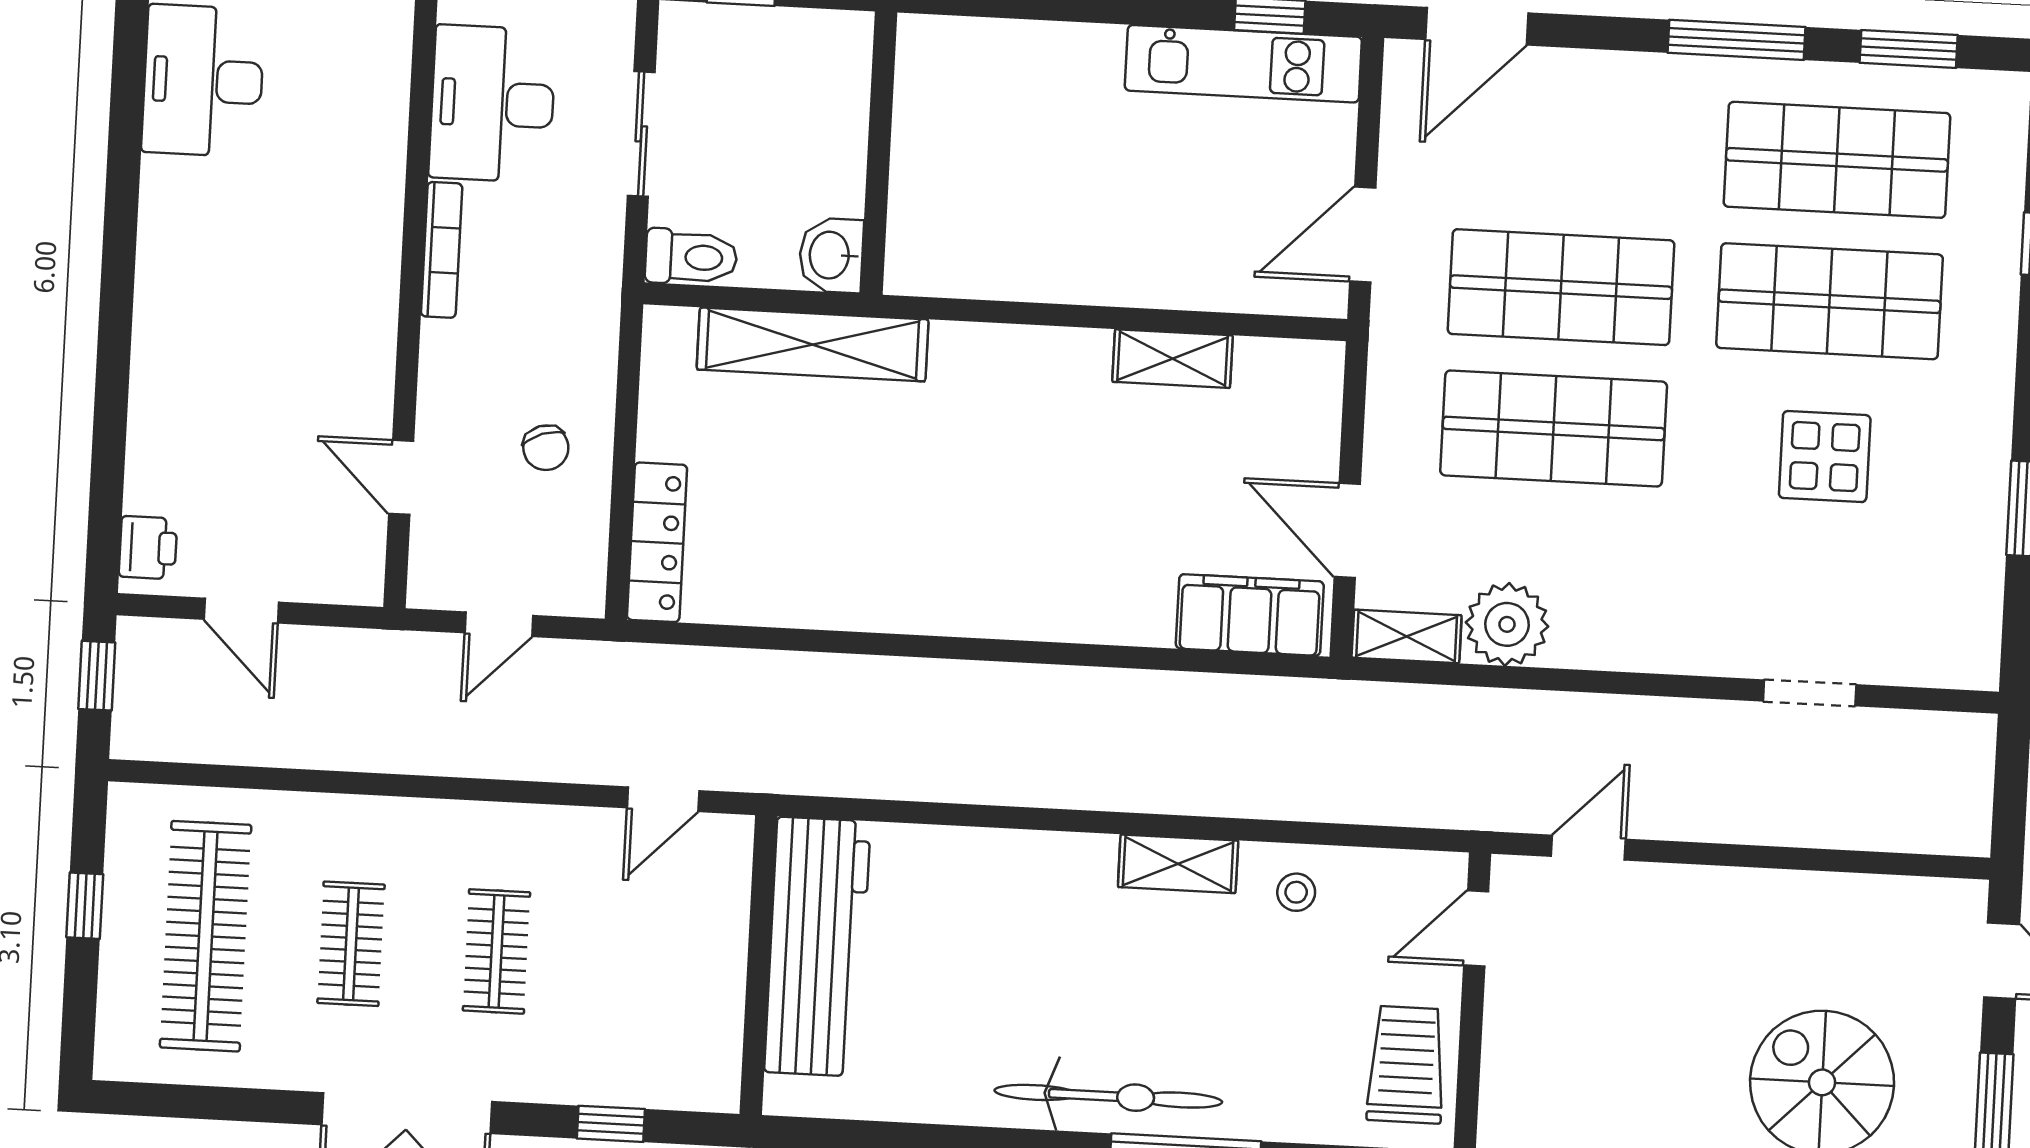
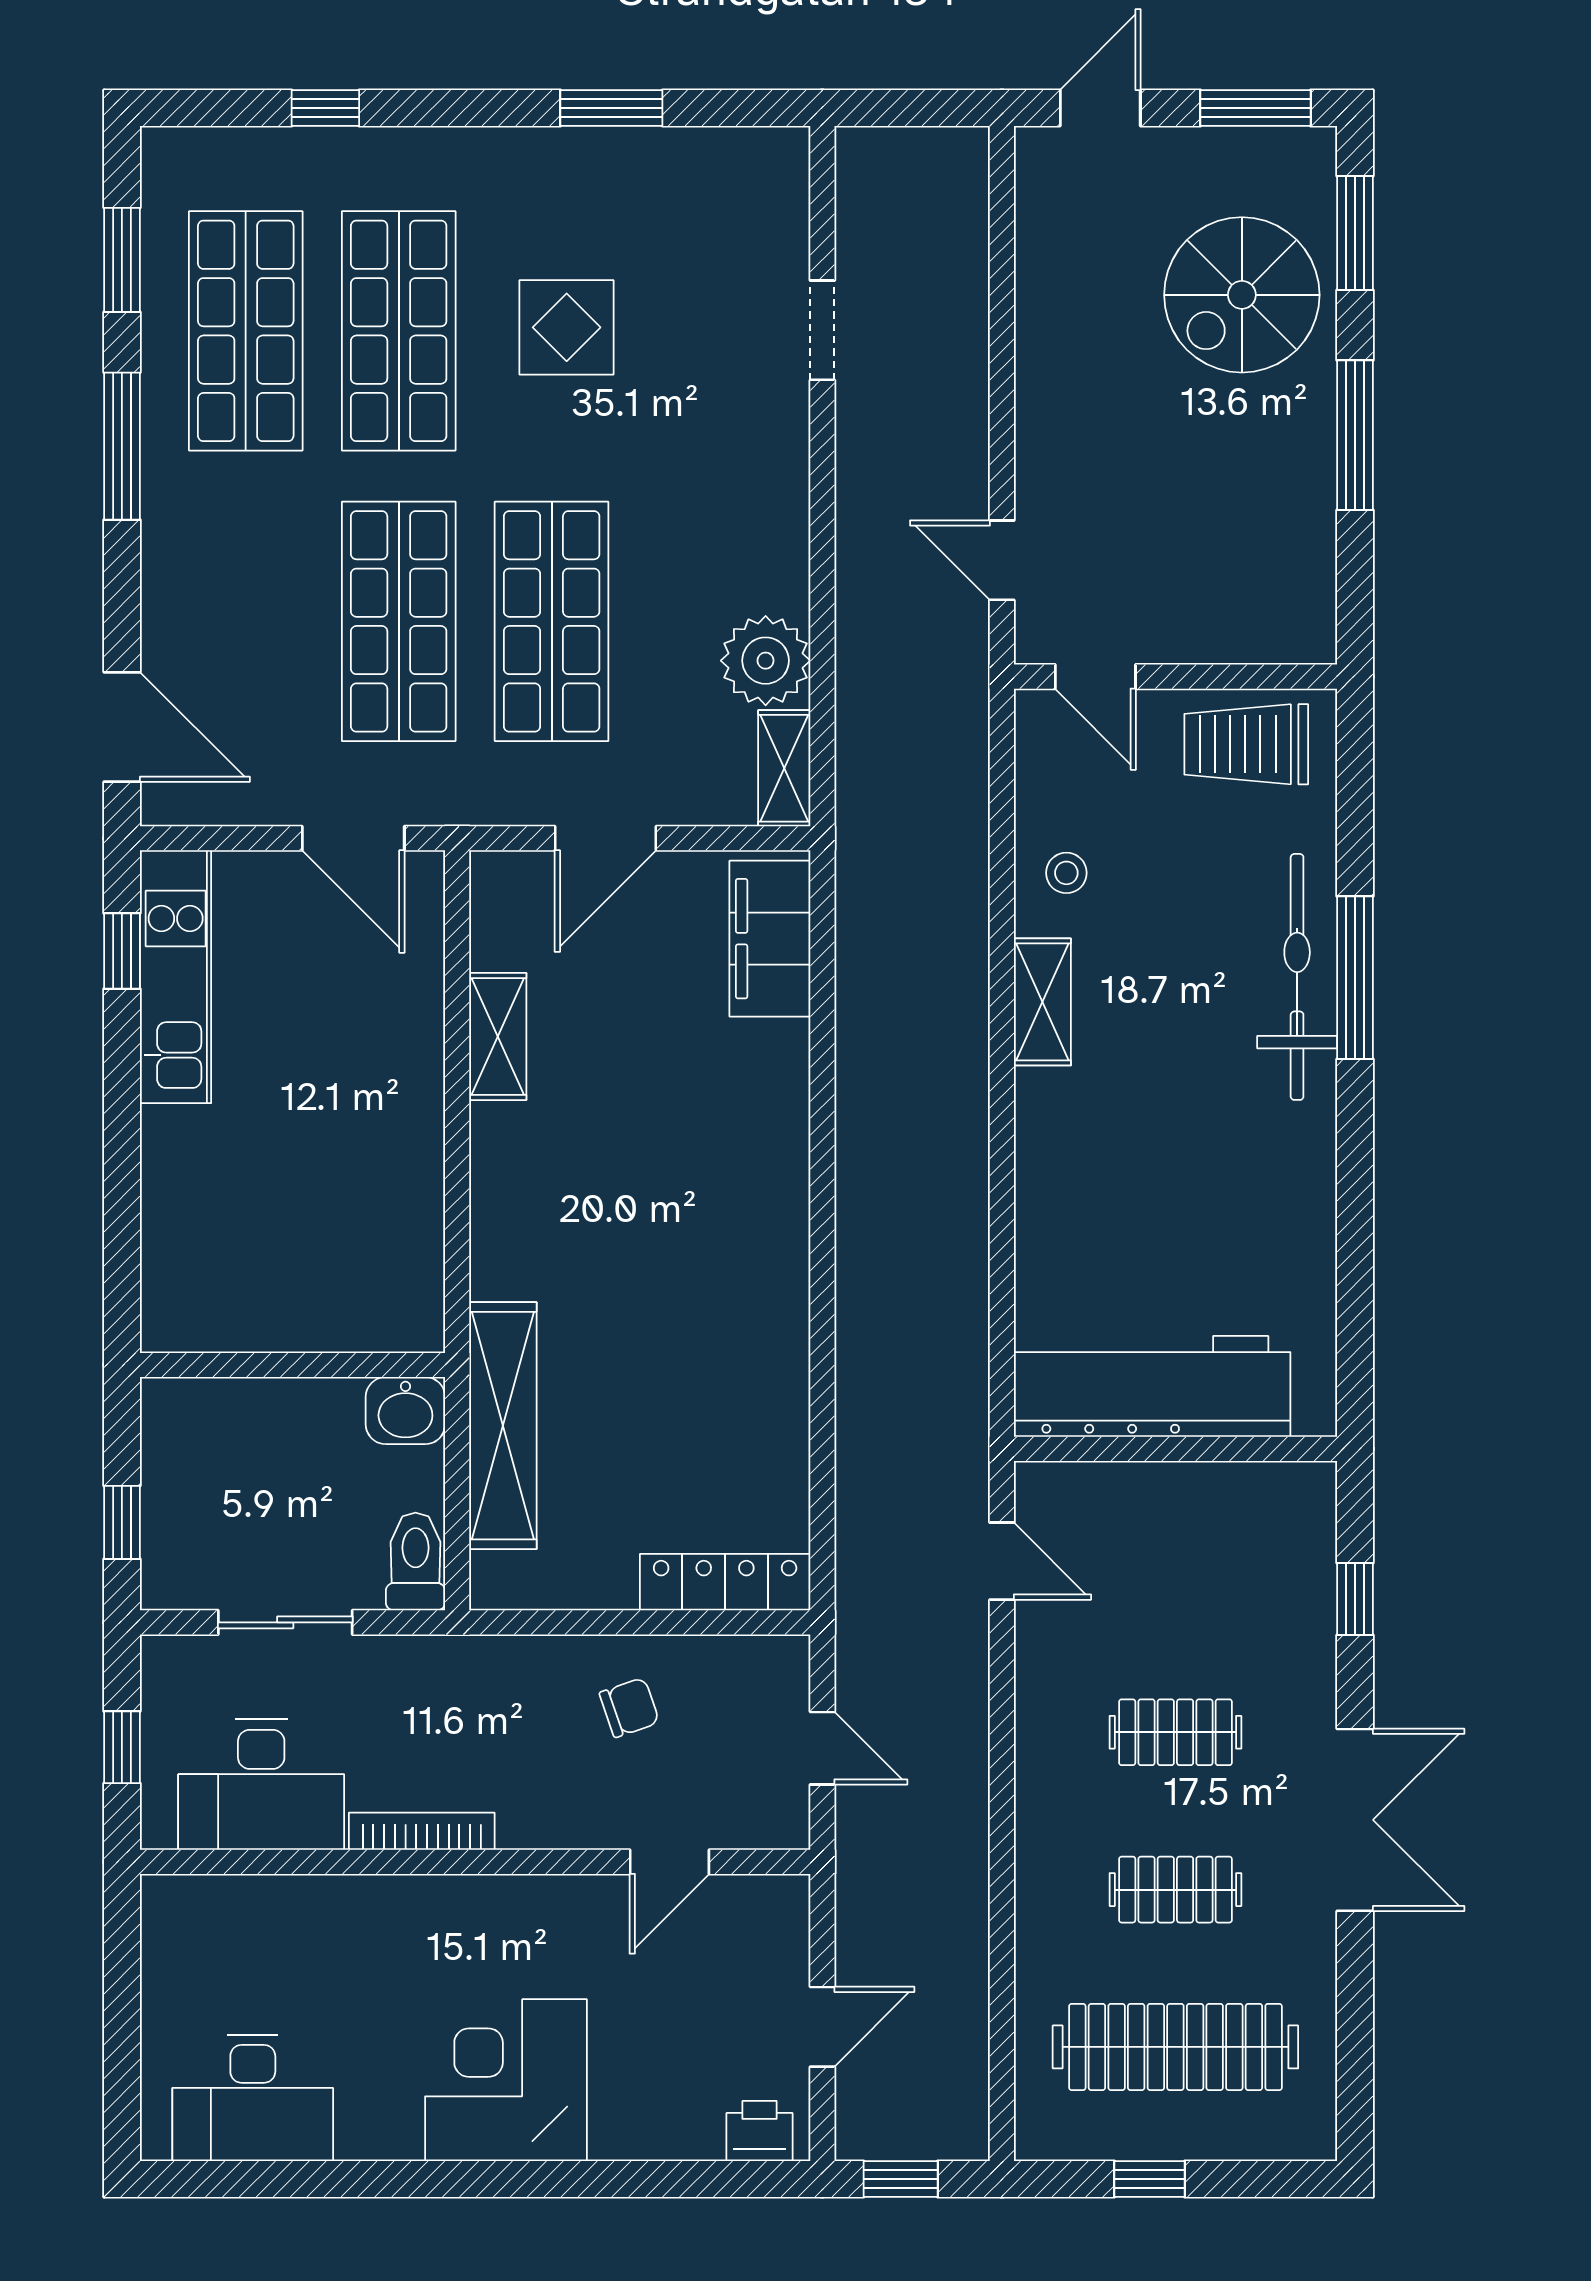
corner desk: (207, 316) -> (506, 2080), added
door: (1347, 531) -> (606, 838), moved
bicycle: (1108, 1096) -> (1297, 977), moved

